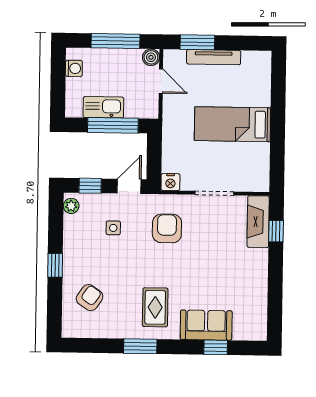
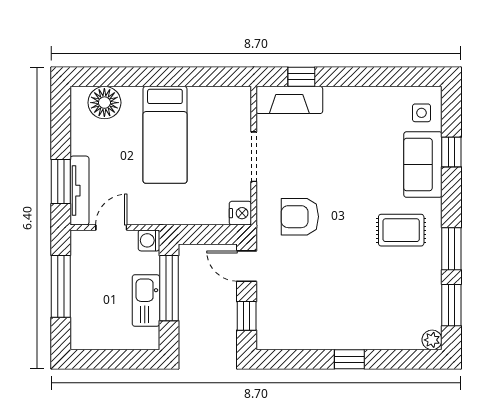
boiler: (151, 57) -> (81, 241), removed
tv unit: (214, 57) -> (79, 191), moved
washing machine: (74, 68) -> (149, 240), moved, turned -90
floor lamp: (258, 77) -> (104, 103), added
plant: (71, 206) -> (432, 340), moved
side table: (113, 228) -> (421, 113), moved
armchair: (90, 298) -> (390, 314), removed
window: (96, 346) -> (451, 305), added

